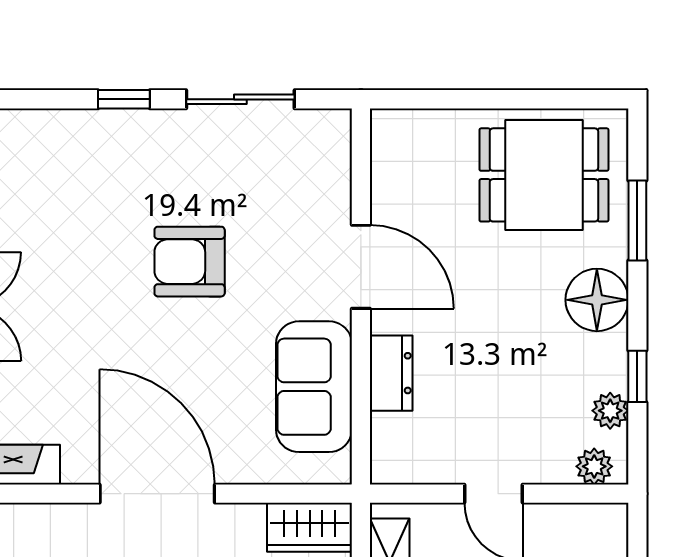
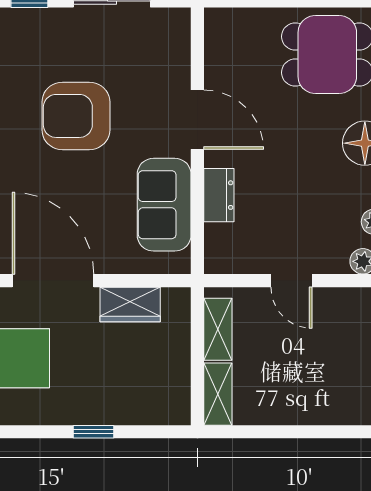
armchair: (190, 262) -> (76, 116), width x1.36, depth x1.36
wardrobe: (310, 527) -> (130, 304), moved

